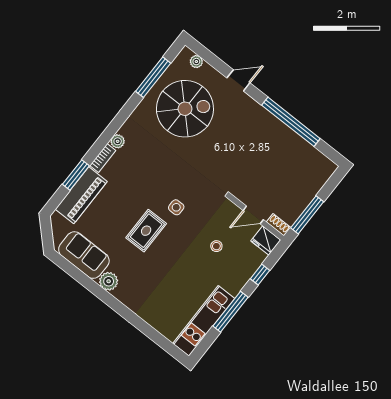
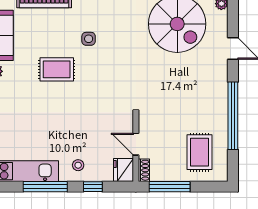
rug: (299, 170) -> (200, 152), added
side table: (176, 207) -> (89, 39), moved
stool: (216, 246) -> (78, 165), moved

